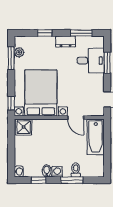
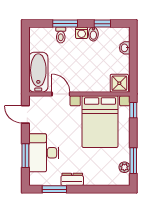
window: (45, 33) -> (96, 189), removed
desk: (91, 61) -> (44, 153), width x1.37
washbasin: (19, 171) -> (125, 48), moved

